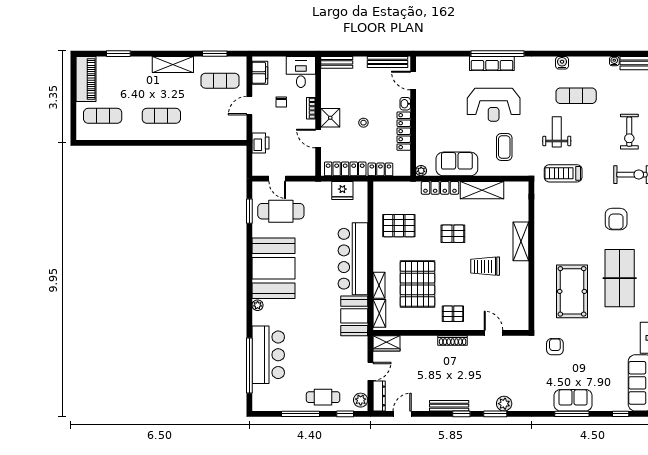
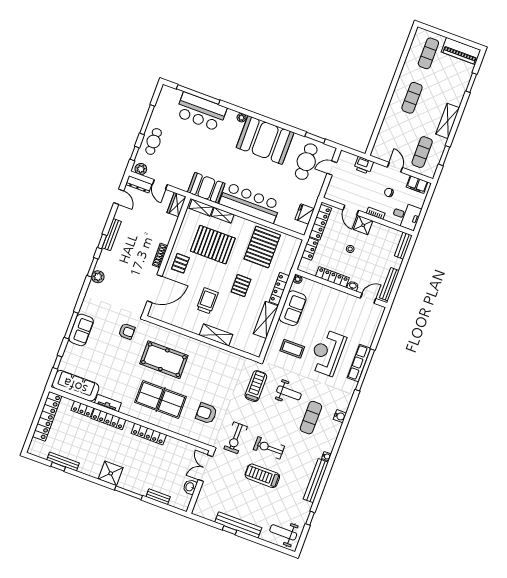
door: (318, 139) -> (351, 210), swing flipped
pallet: (399, 226) -> (262, 247), width x1.37, depth x1.41
door: (494, 333) -> (155, 289), width x1.87

